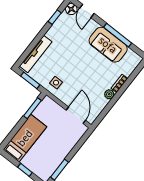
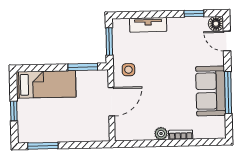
door: (87, 11) -> (227, 41), hinge flipped
tv unit: (36, 54) -> (148, 25), width x0.71
door: (76, 115) -> (111, 102), moved

